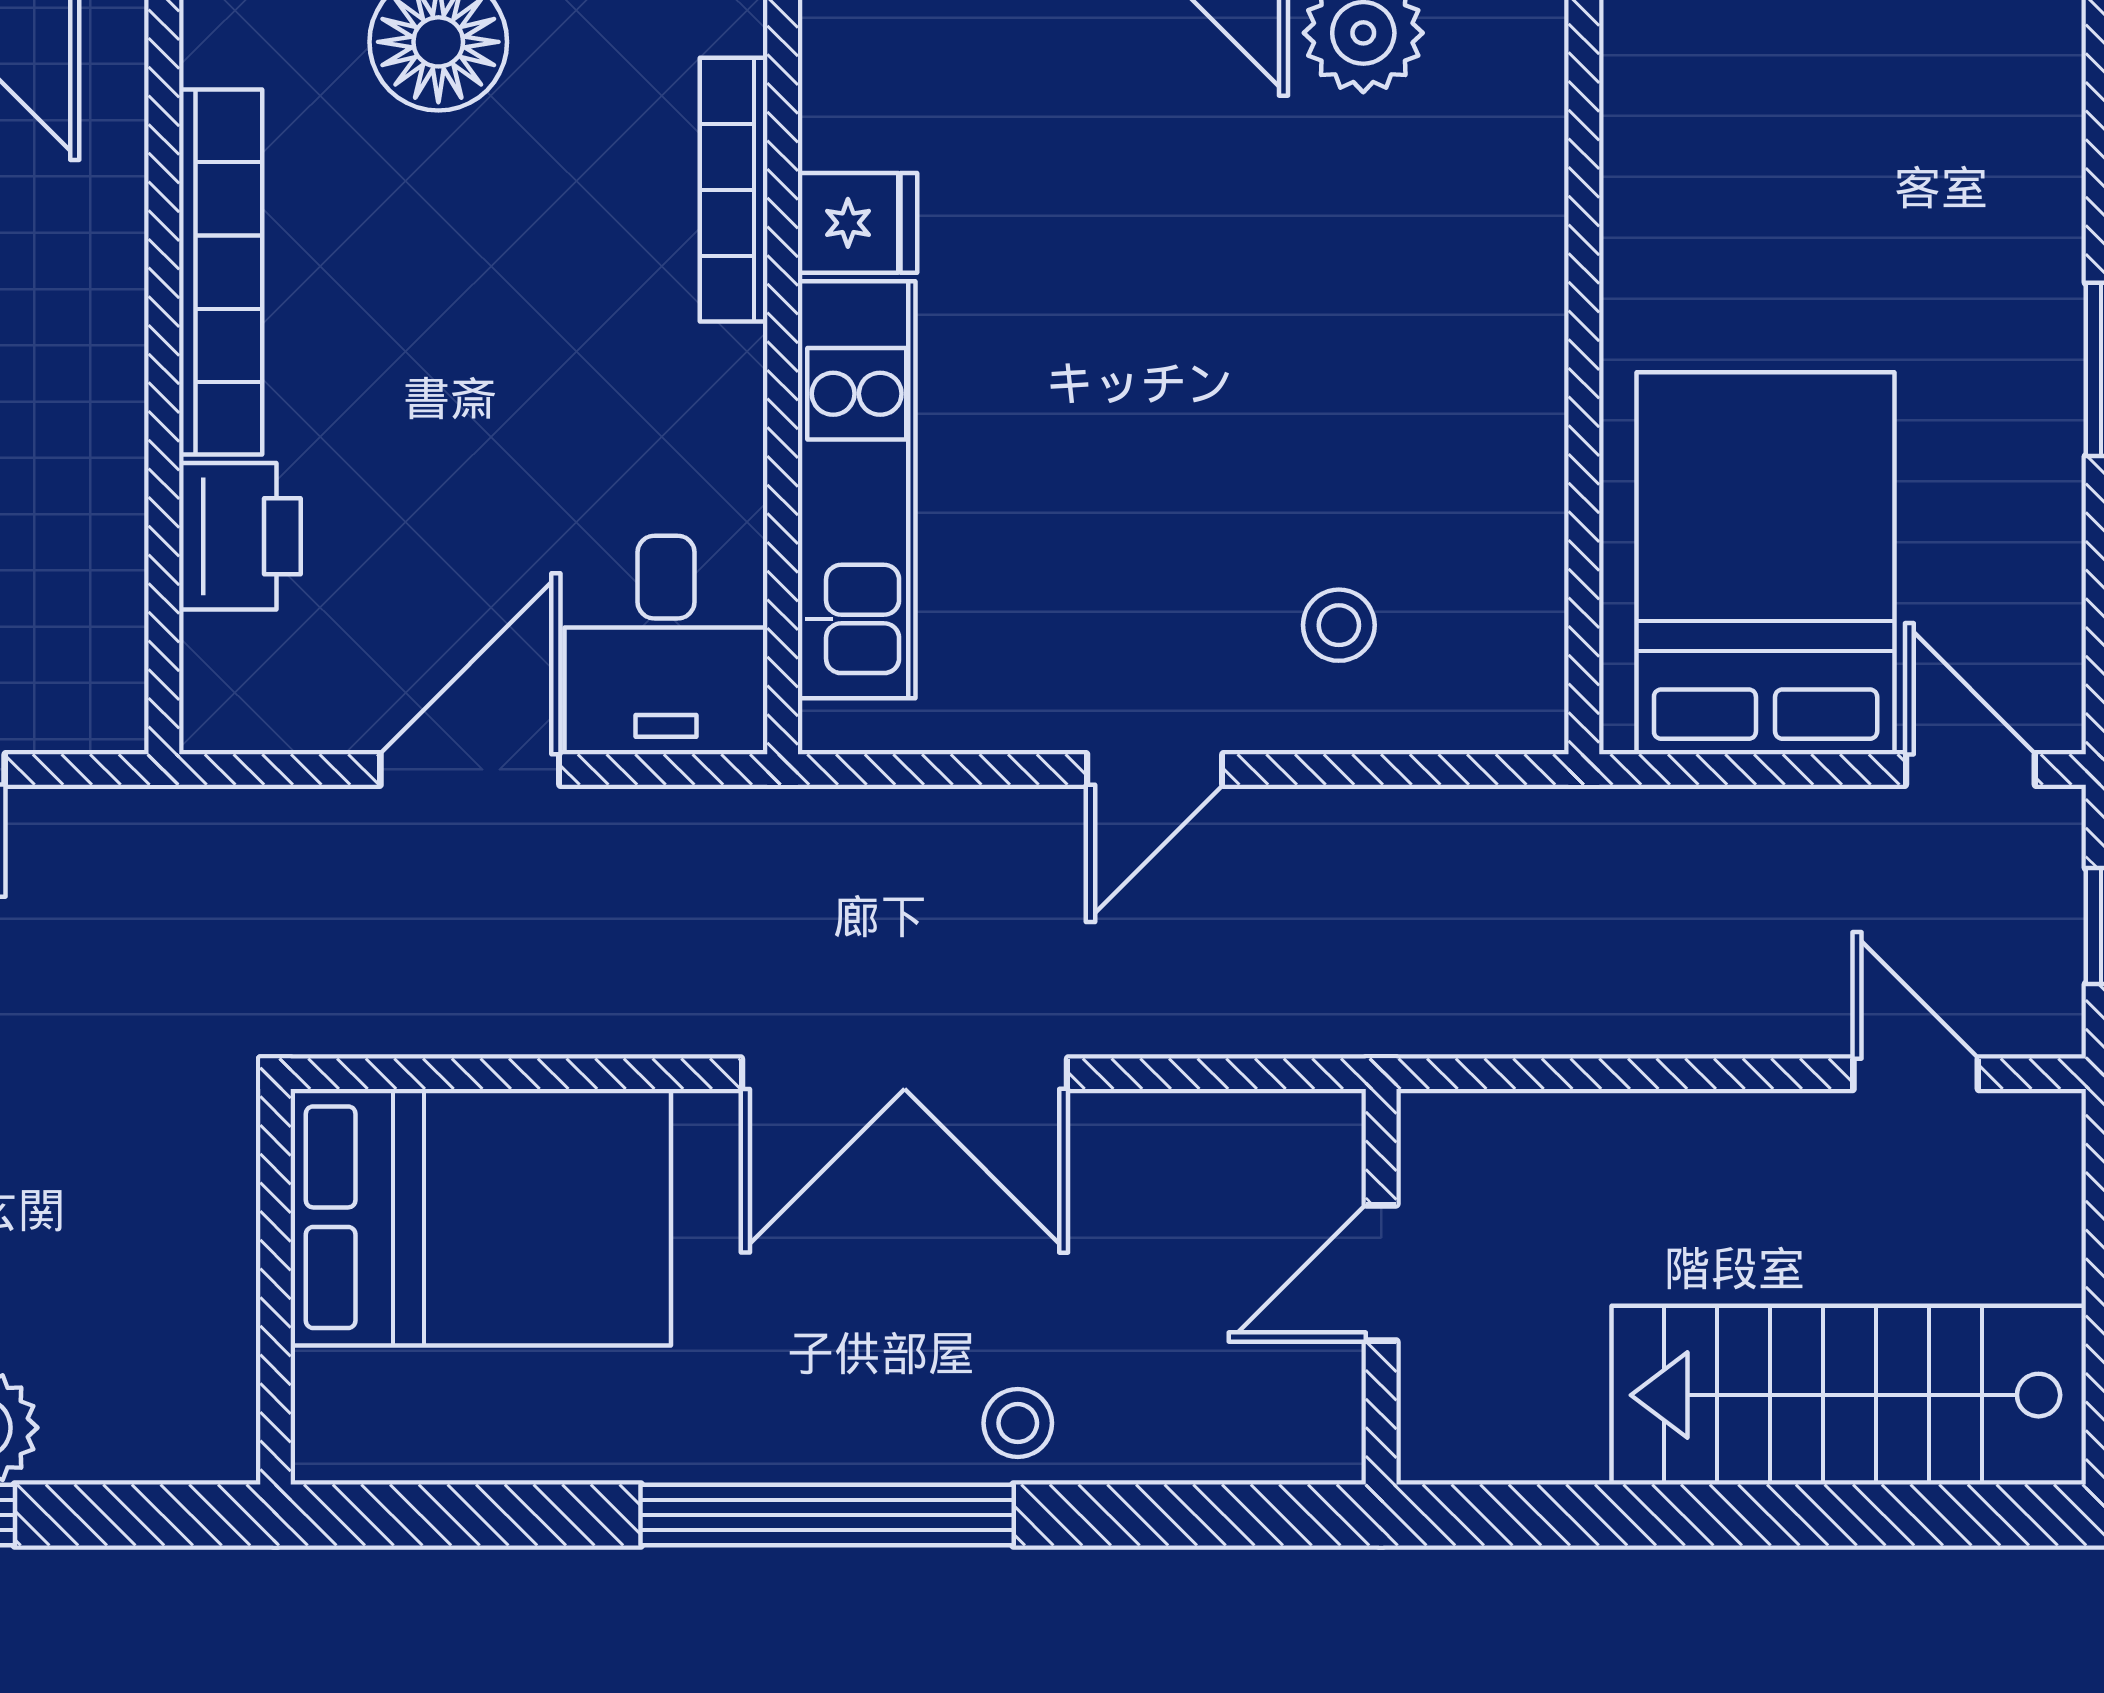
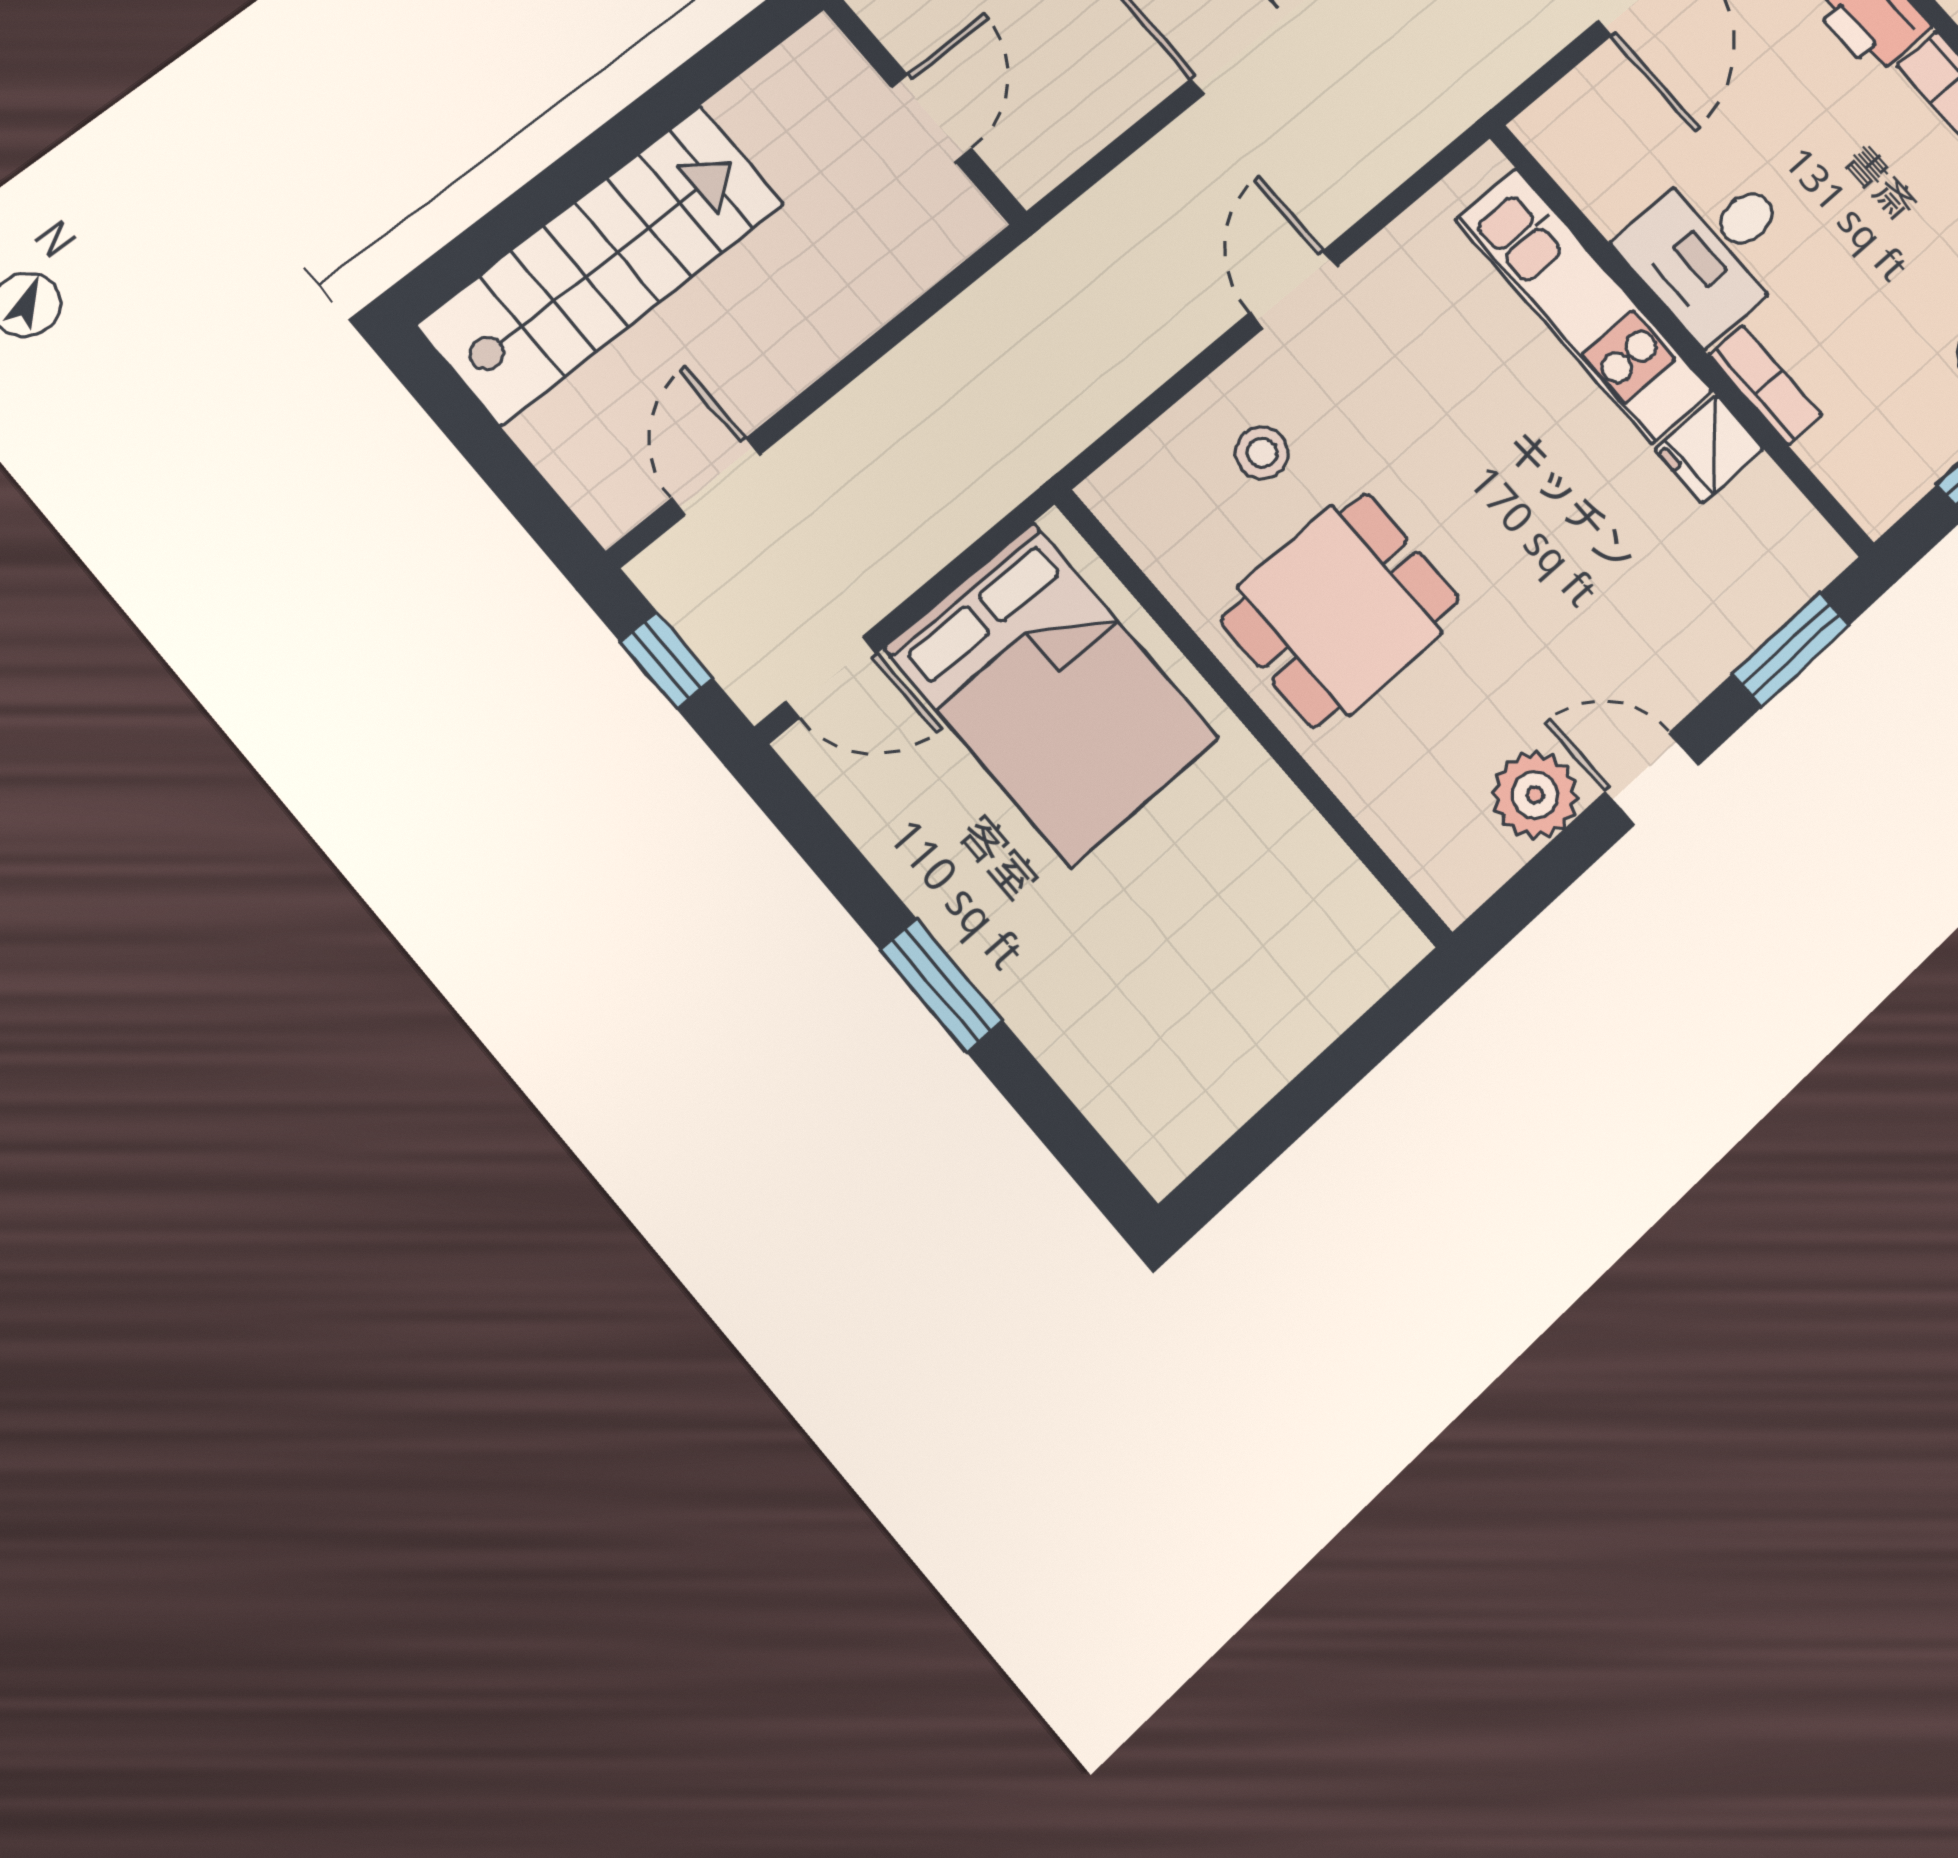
bookcase: (734, 190) -> (1765, 385), width x0.64
dining table: (1399, 394) -> (1340, 610), added
desk: (666, 645) -> (1712, 248), moved, turned -90
door: (1916, 1074) -> (716, 476), swing flipped

